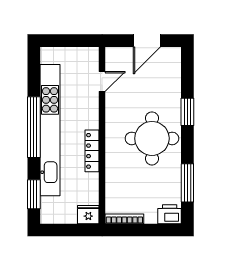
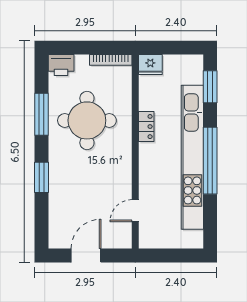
round table: (152, 138) -> (87, 120), moved
locker: (92, 151) -> (146, 127), width x0.66
window: (187, 183) -> (41, 114), moved

